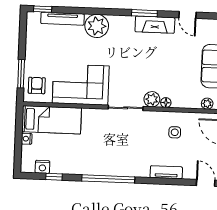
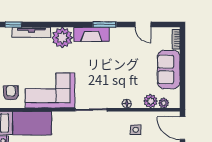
fireplace: (155, 25) -> (91, 34), moved
plant: (152, 99) -> (151, 101), moved

